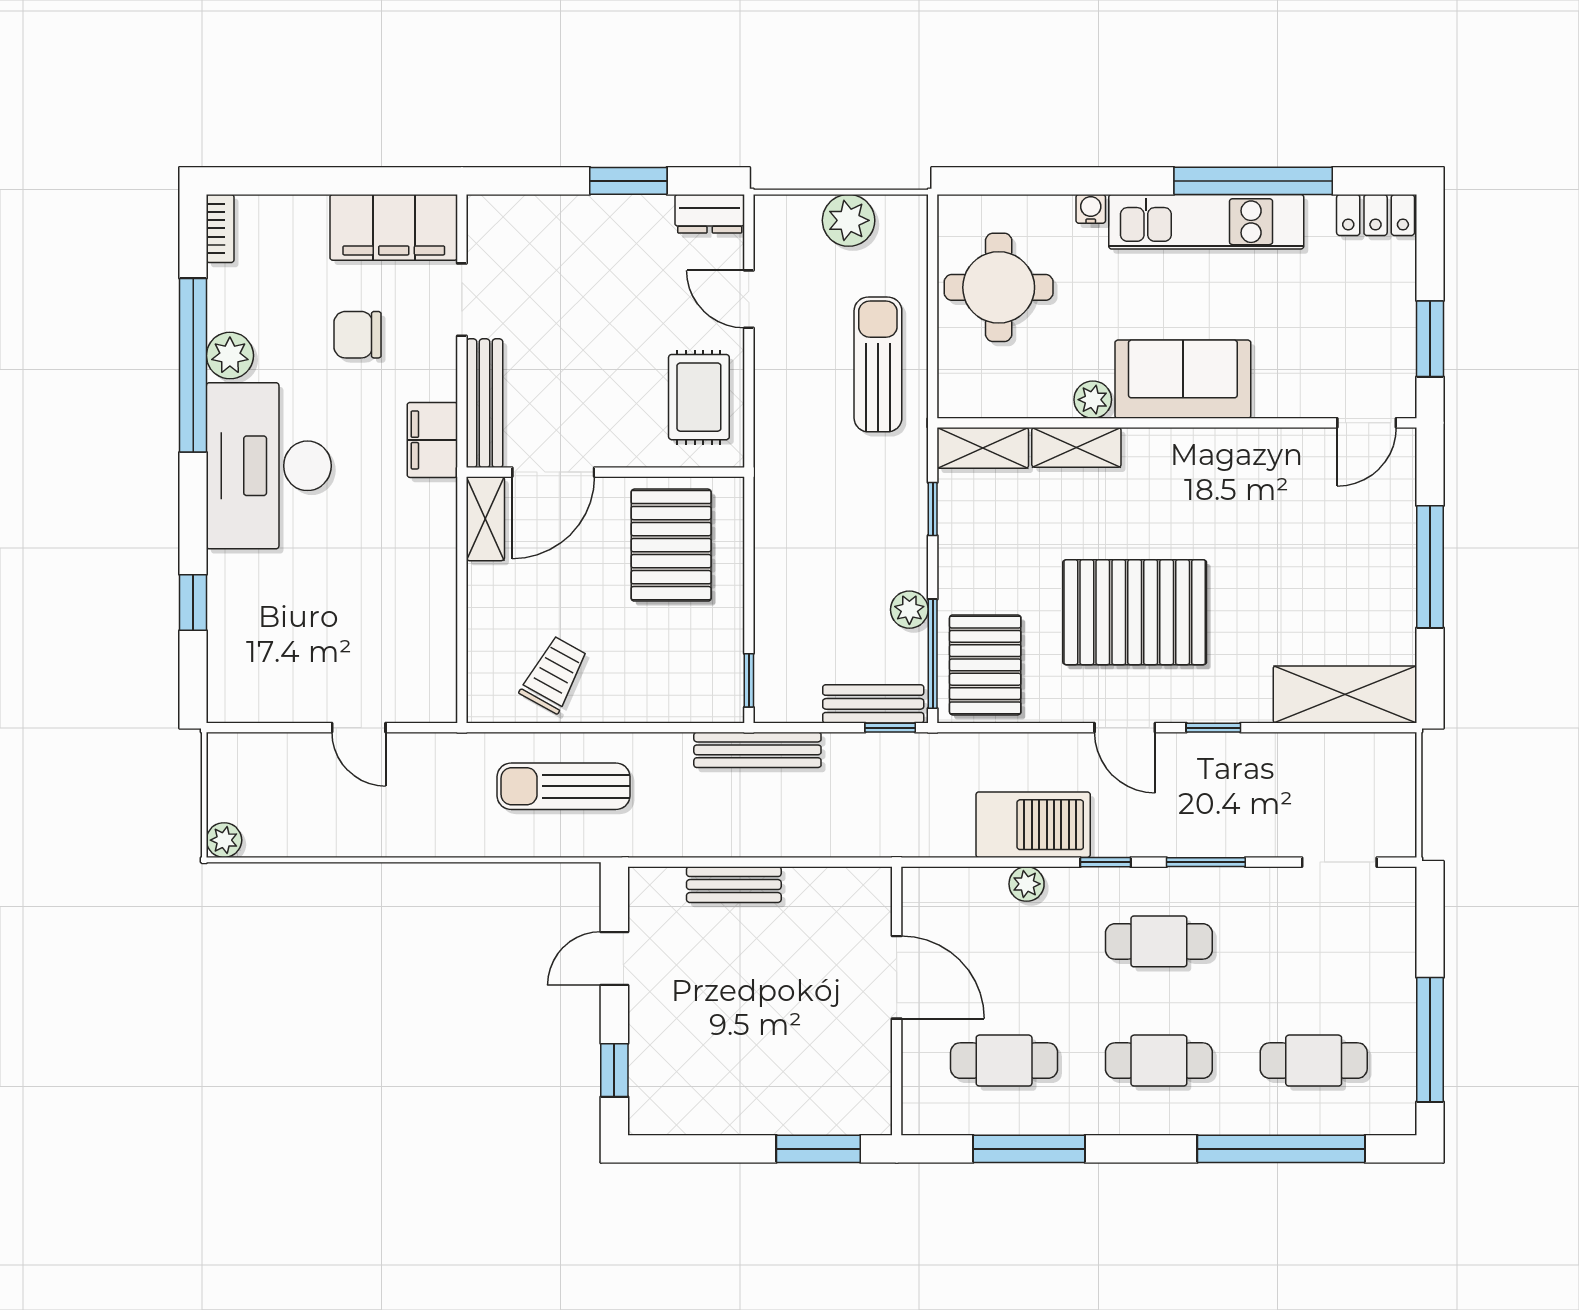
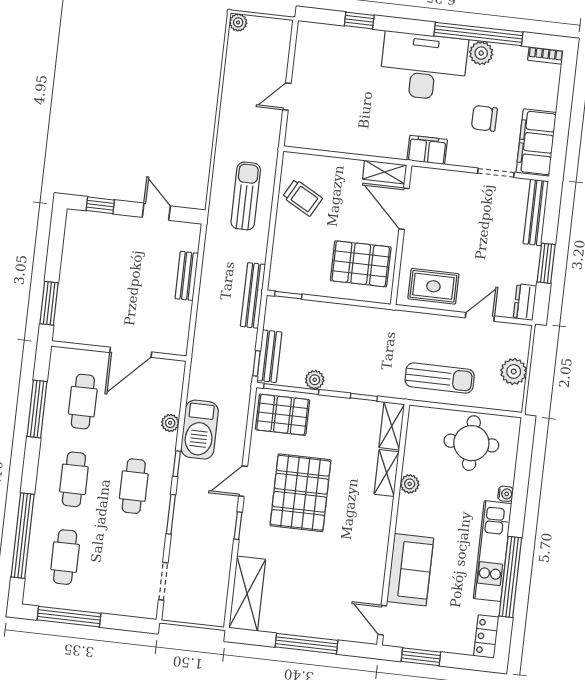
chair: (357, 335) -> (484, 118), turned -90
sofa: (1183, 379) -> (410, 570), moved
bench: (484, 403) -> (536, 212), moved, turned 90

